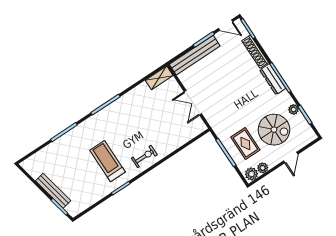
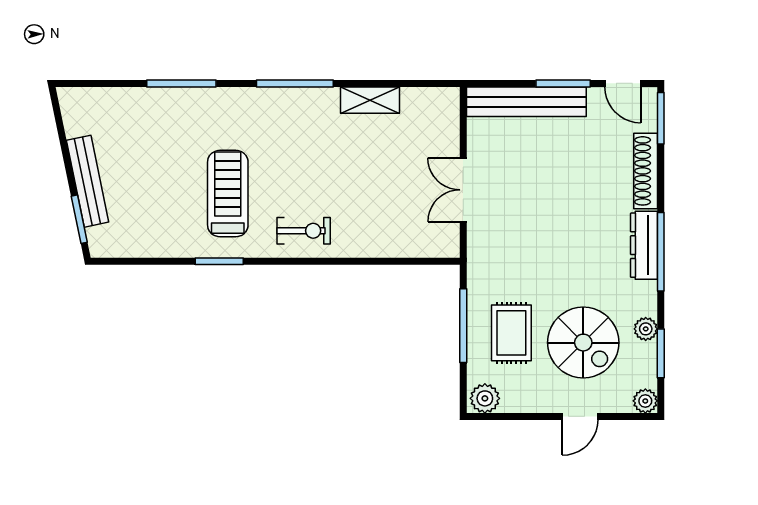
shelving: (159, 78) -> (370, 100), moved
plant: (263, 168) -> (645, 401), moved

